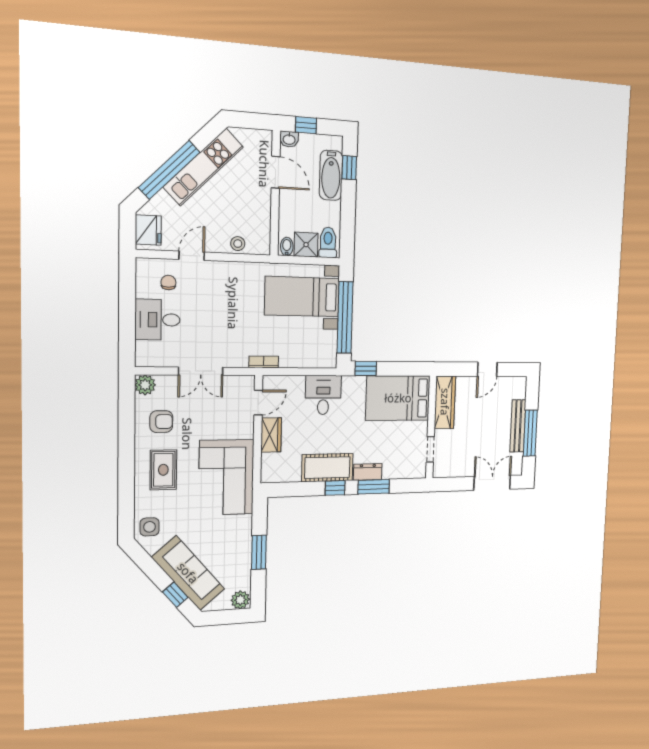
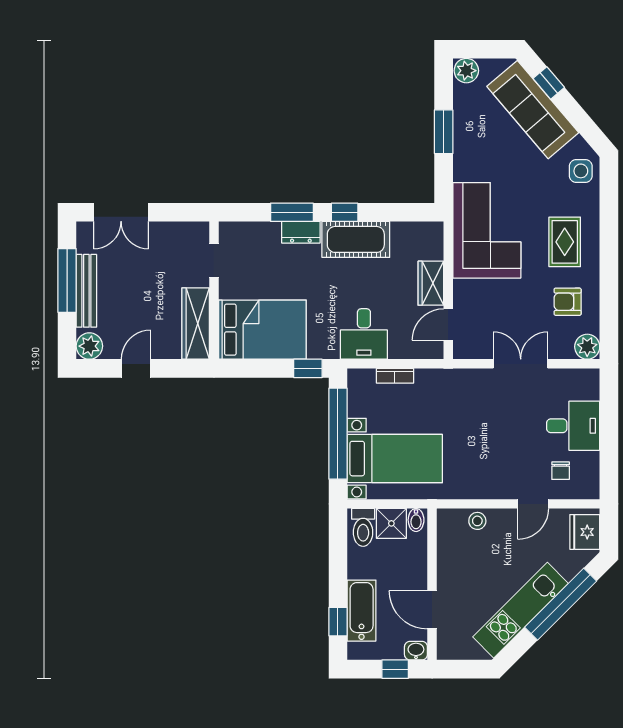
bookcase: (264, 362) -> (395, 376), moved
plant: (518, 386) -> (89, 346), added

